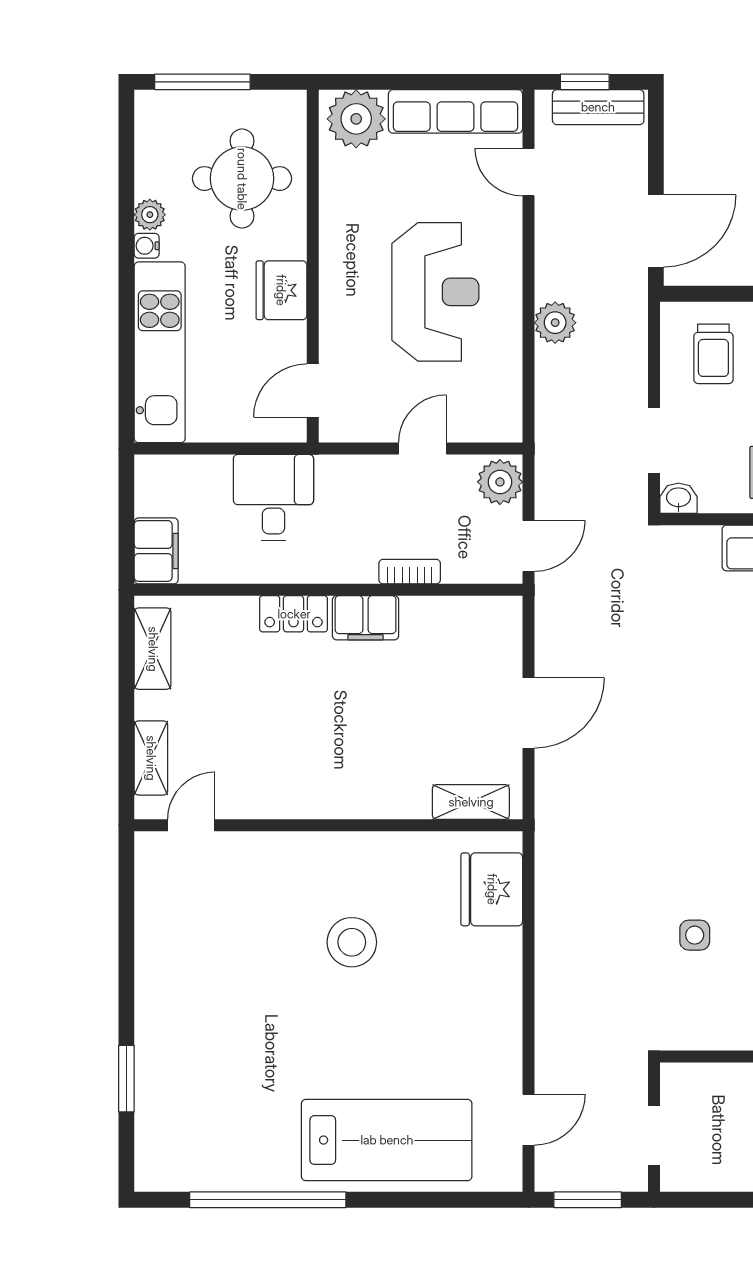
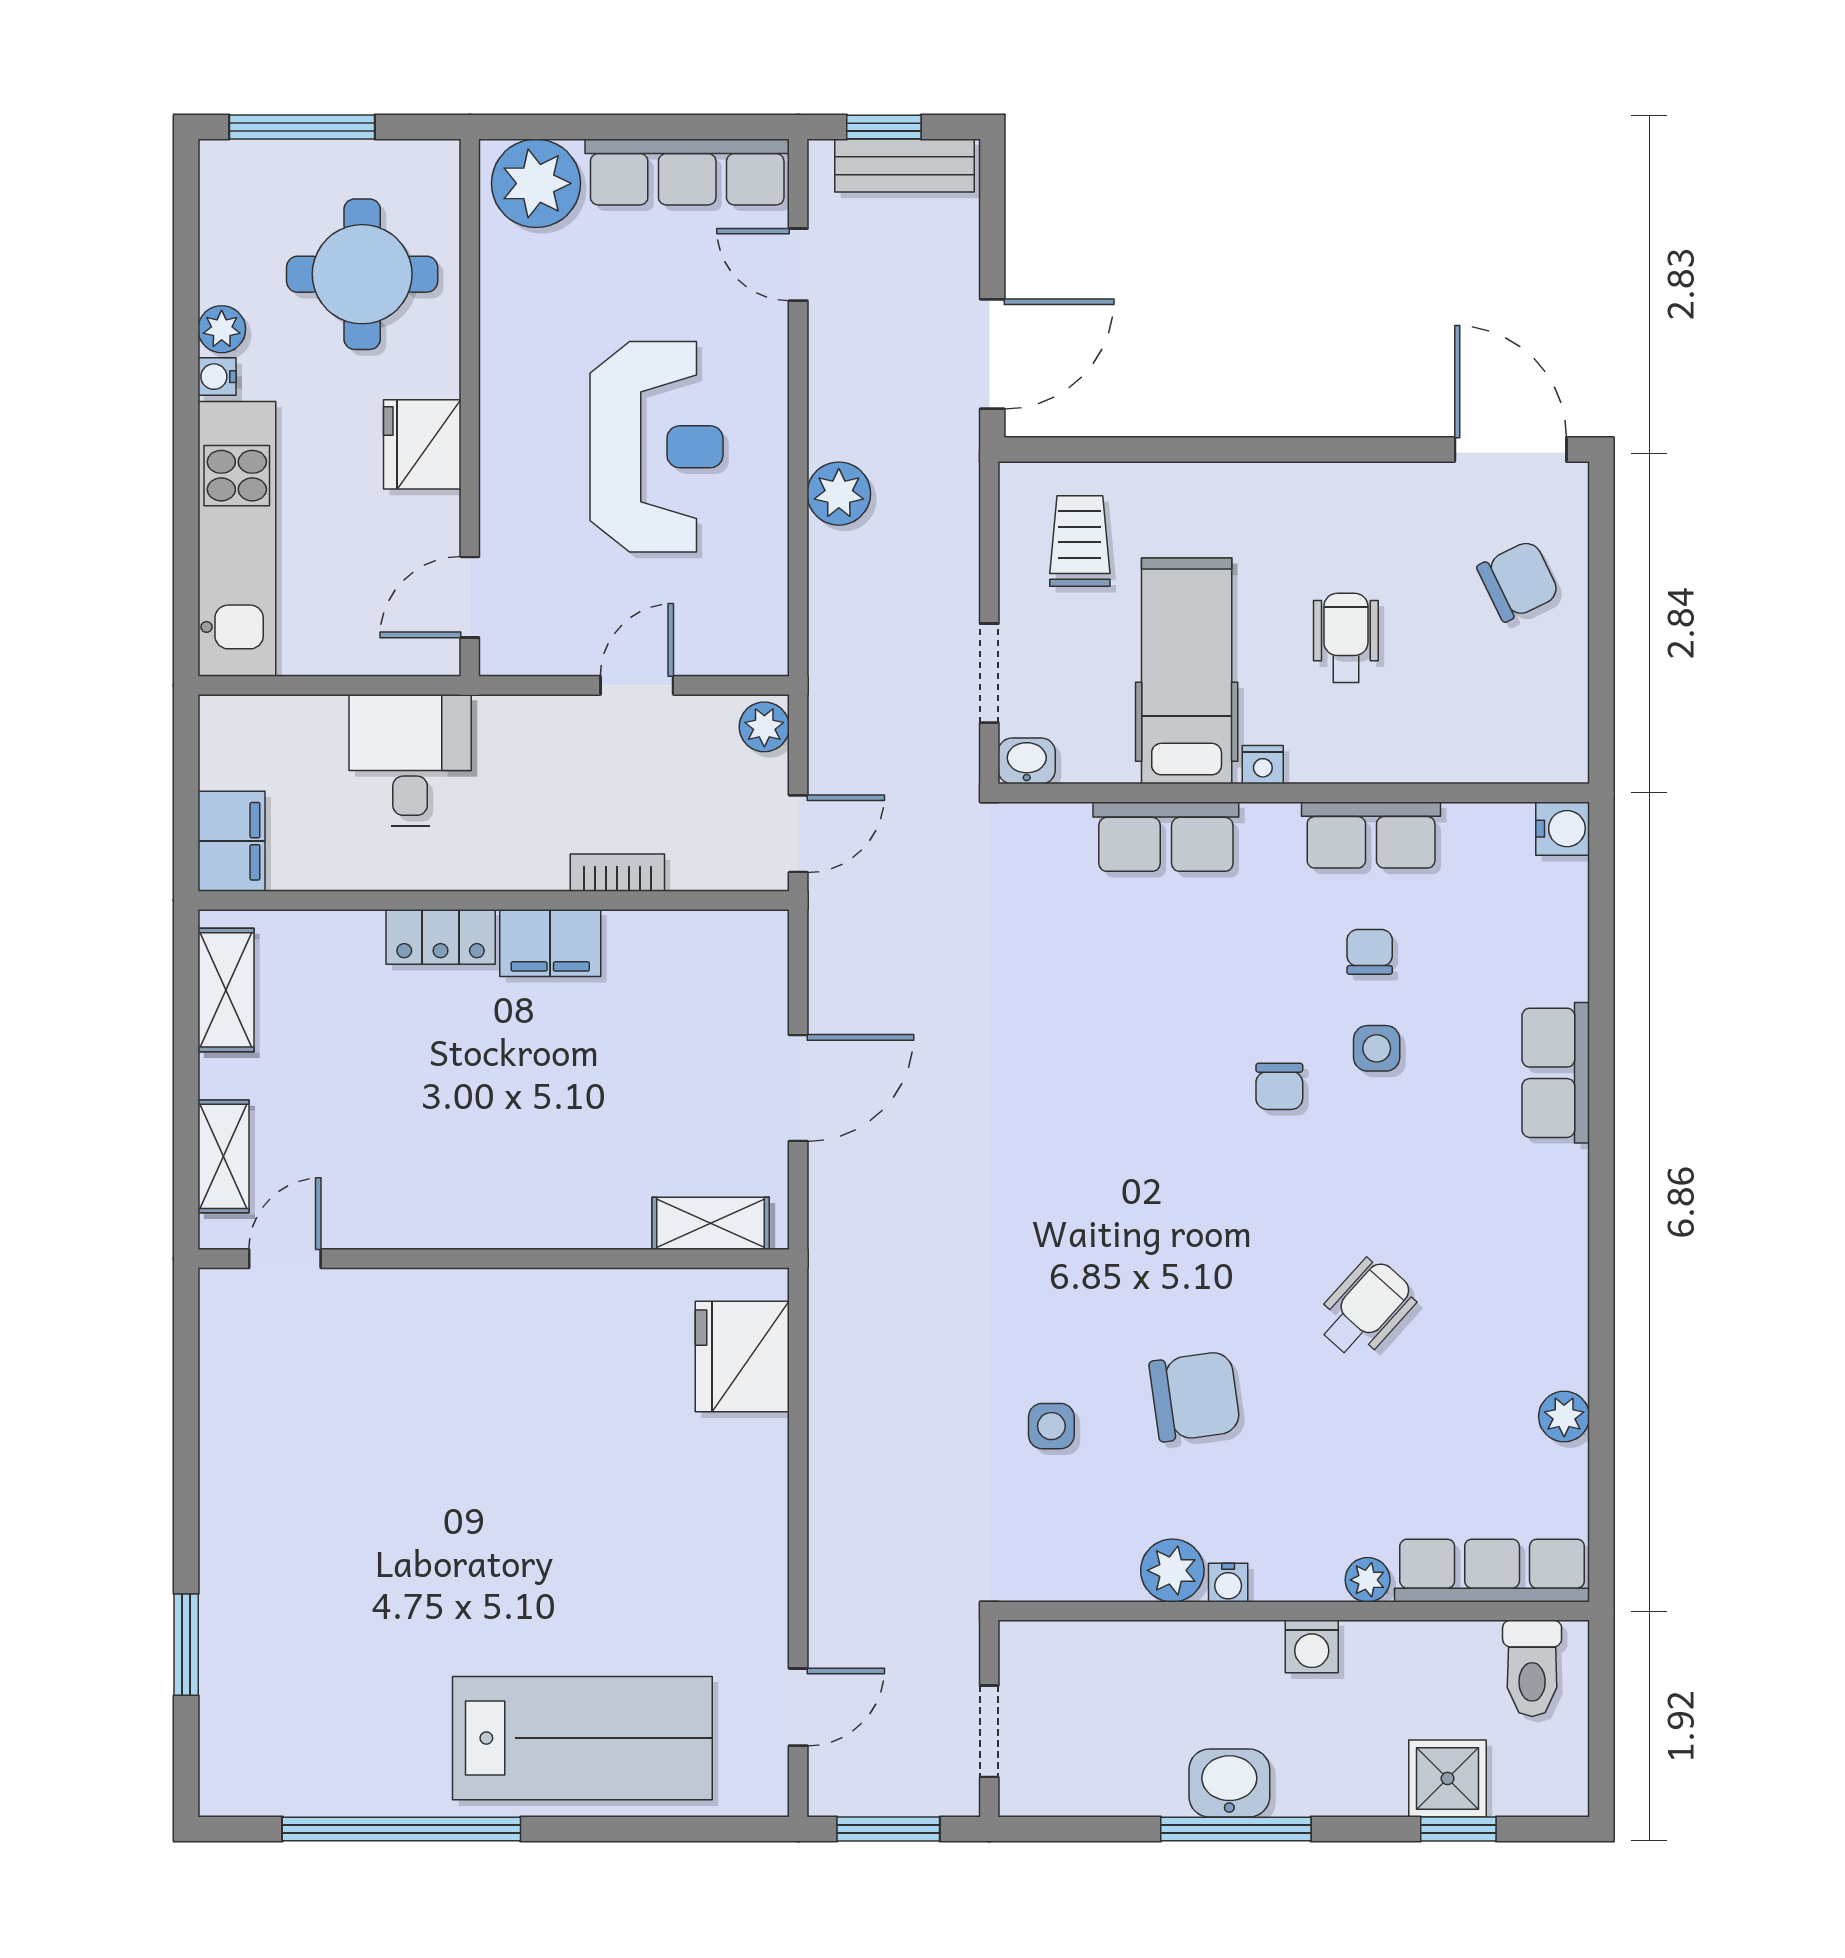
trolley: (713, 354) -> (1080, 541), turned 180
plant: (500, 482) -> (764, 727), width x0.73, depth x0.73
stool: (352, 942) -> (529, 1437), removed

